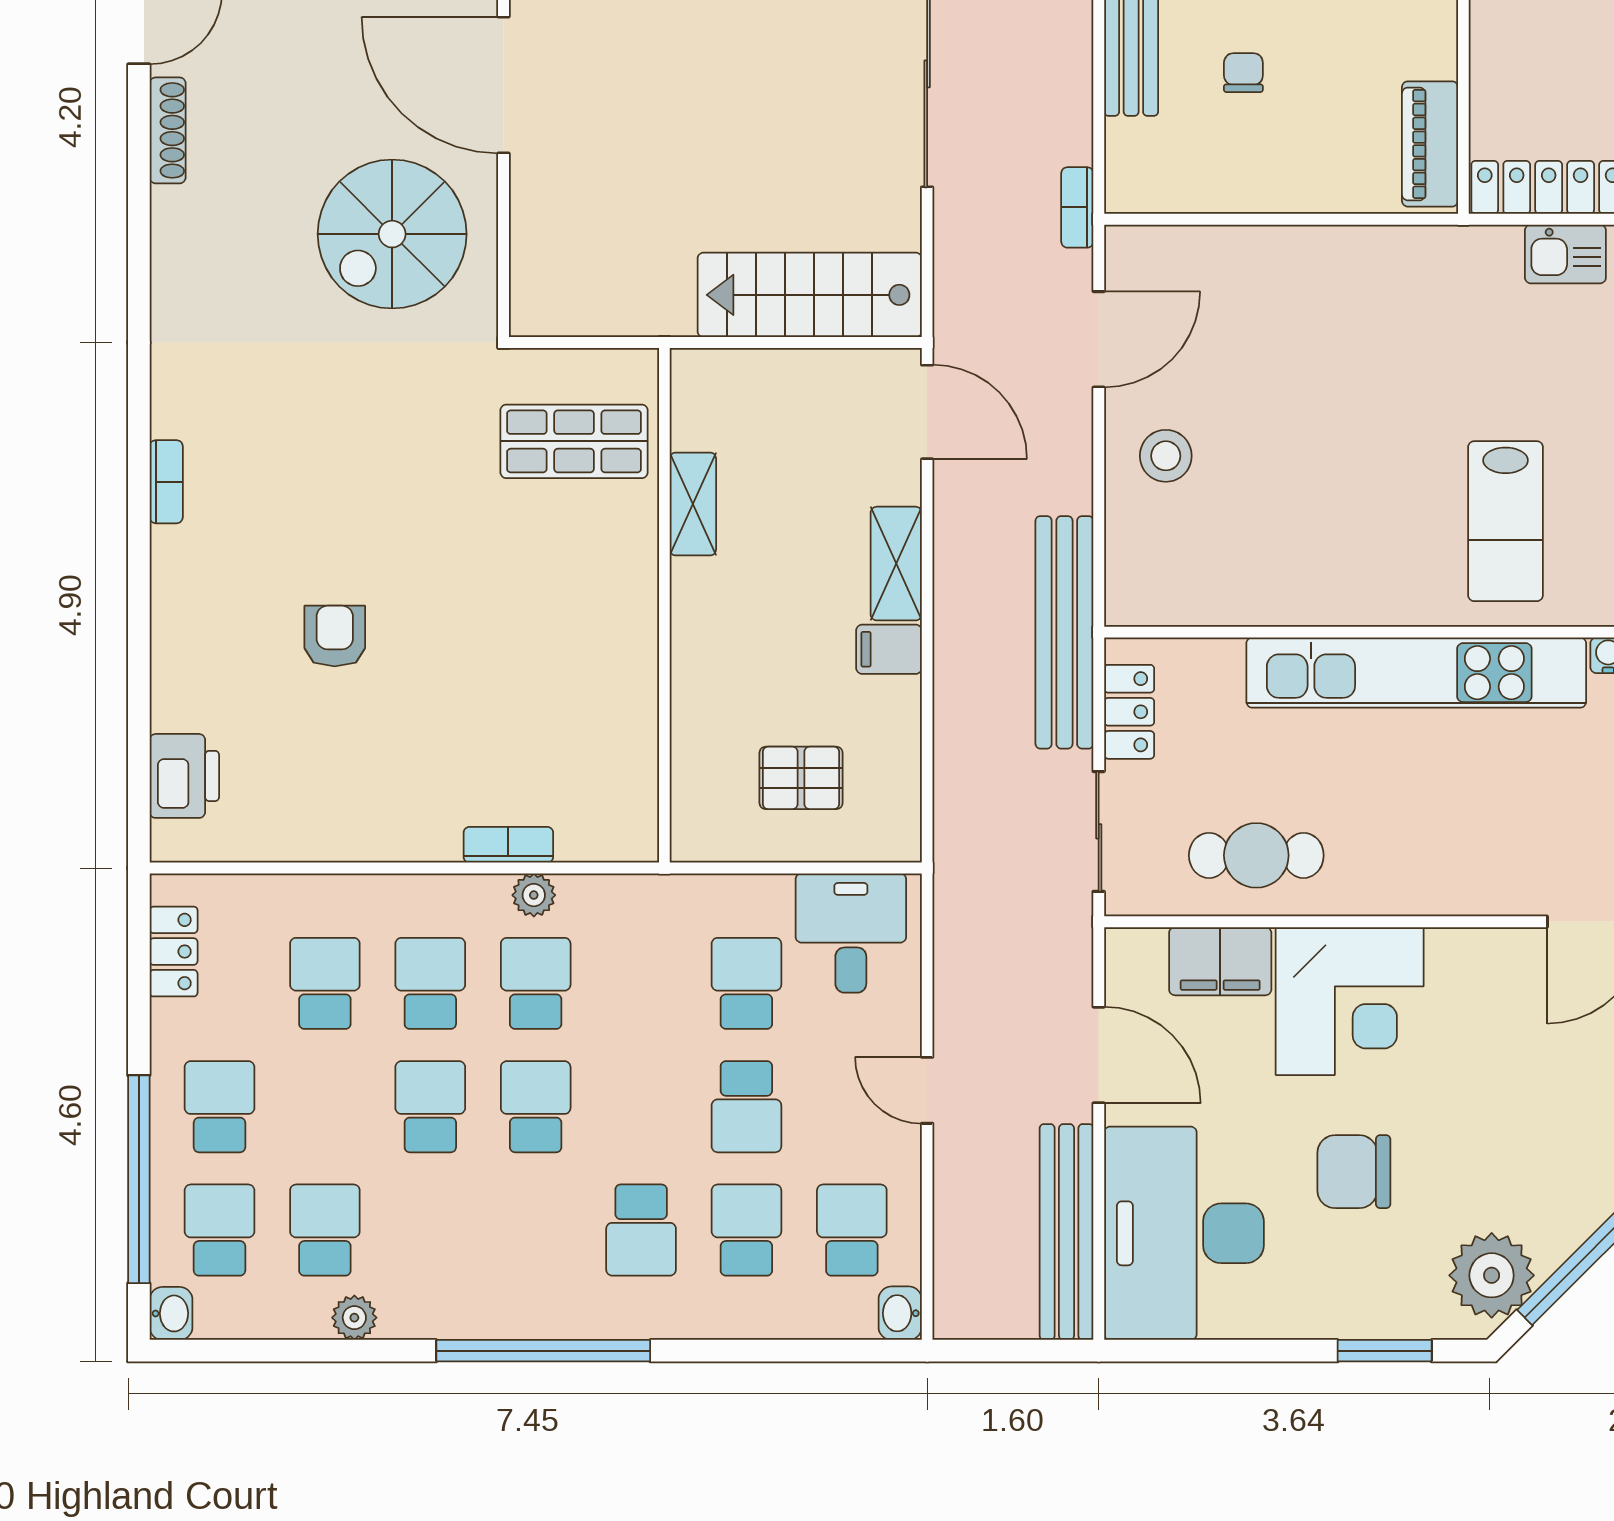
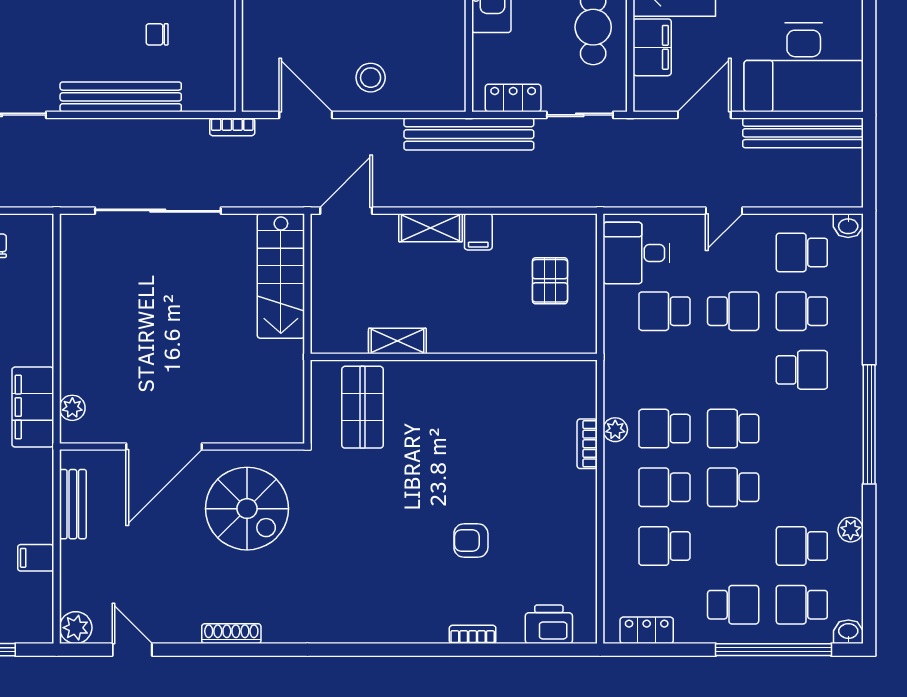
shoe rack: (168, 130) -> (231, 634), moved
bookcase: (166, 482) -> (473, 634), moved
school desk: (219, 1107) -> (733, 605), turned 180

